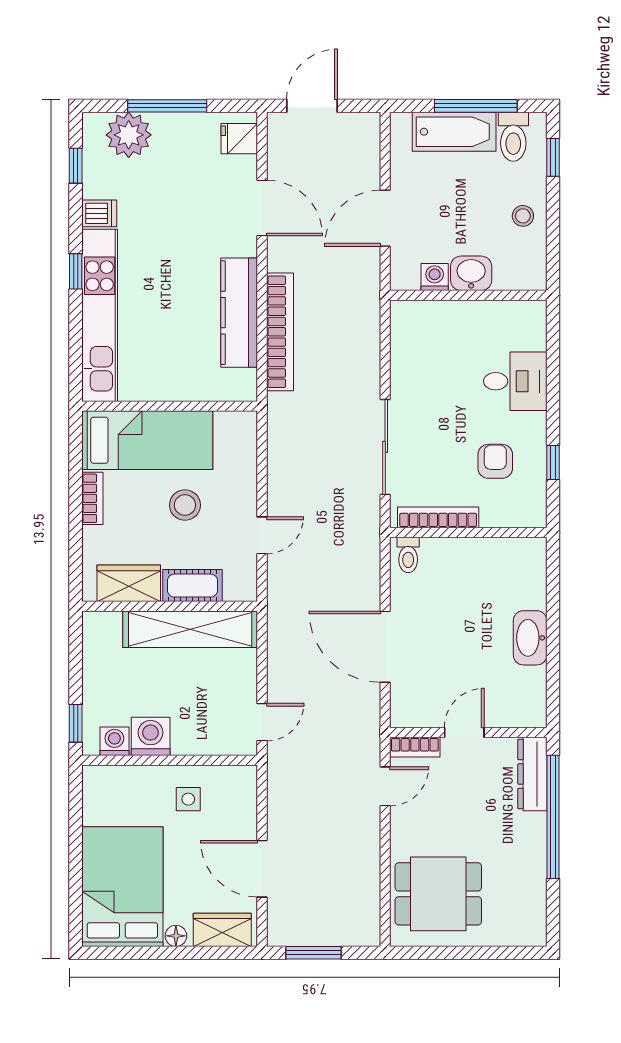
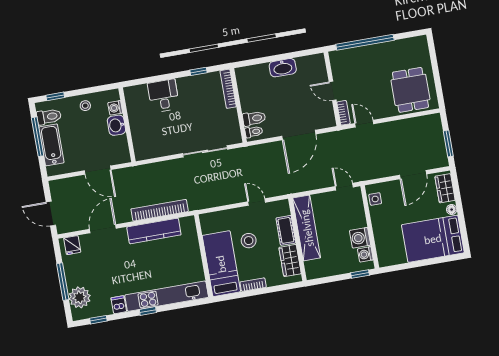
washing machine: (435, 277) -> (115, 108), moved
armchair: (495, 461) -> (203, 99), removed
bookcase: (438, 517) -> (228, 89), moved
toilet: (436, 560) -> (254, 118), added
dresser: (532, 774) -> (346, 55), removed
side table: (188, 799) -> (375, 199), moved

